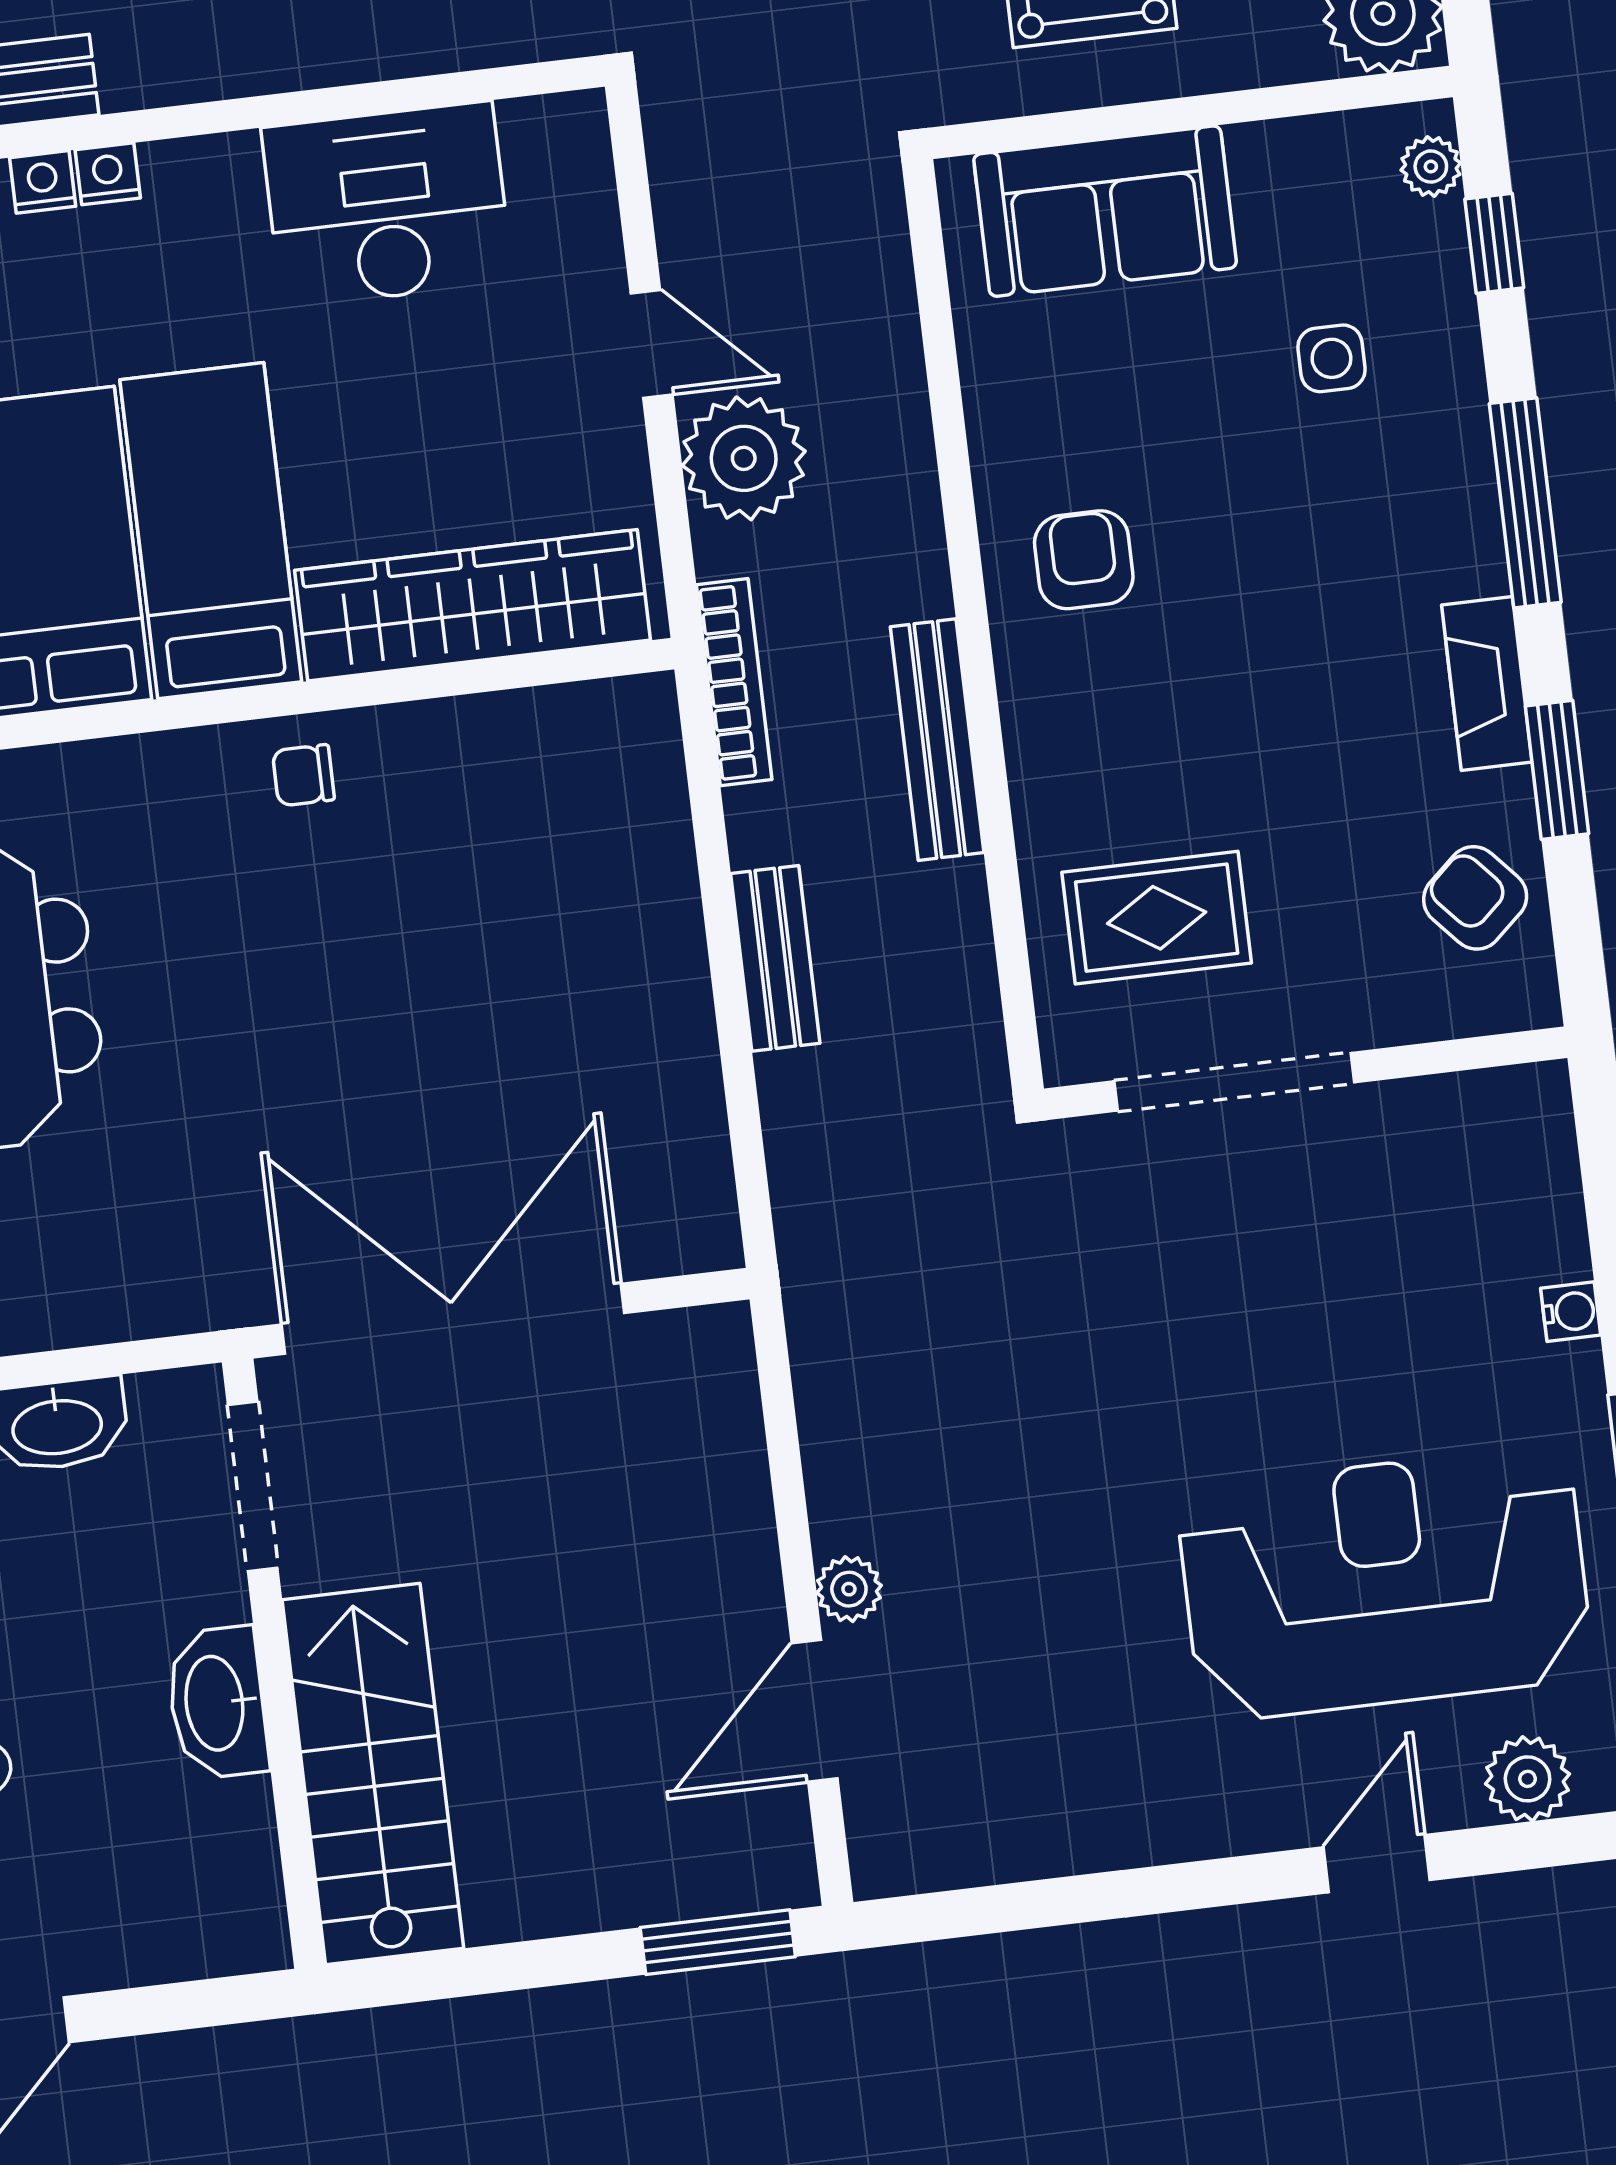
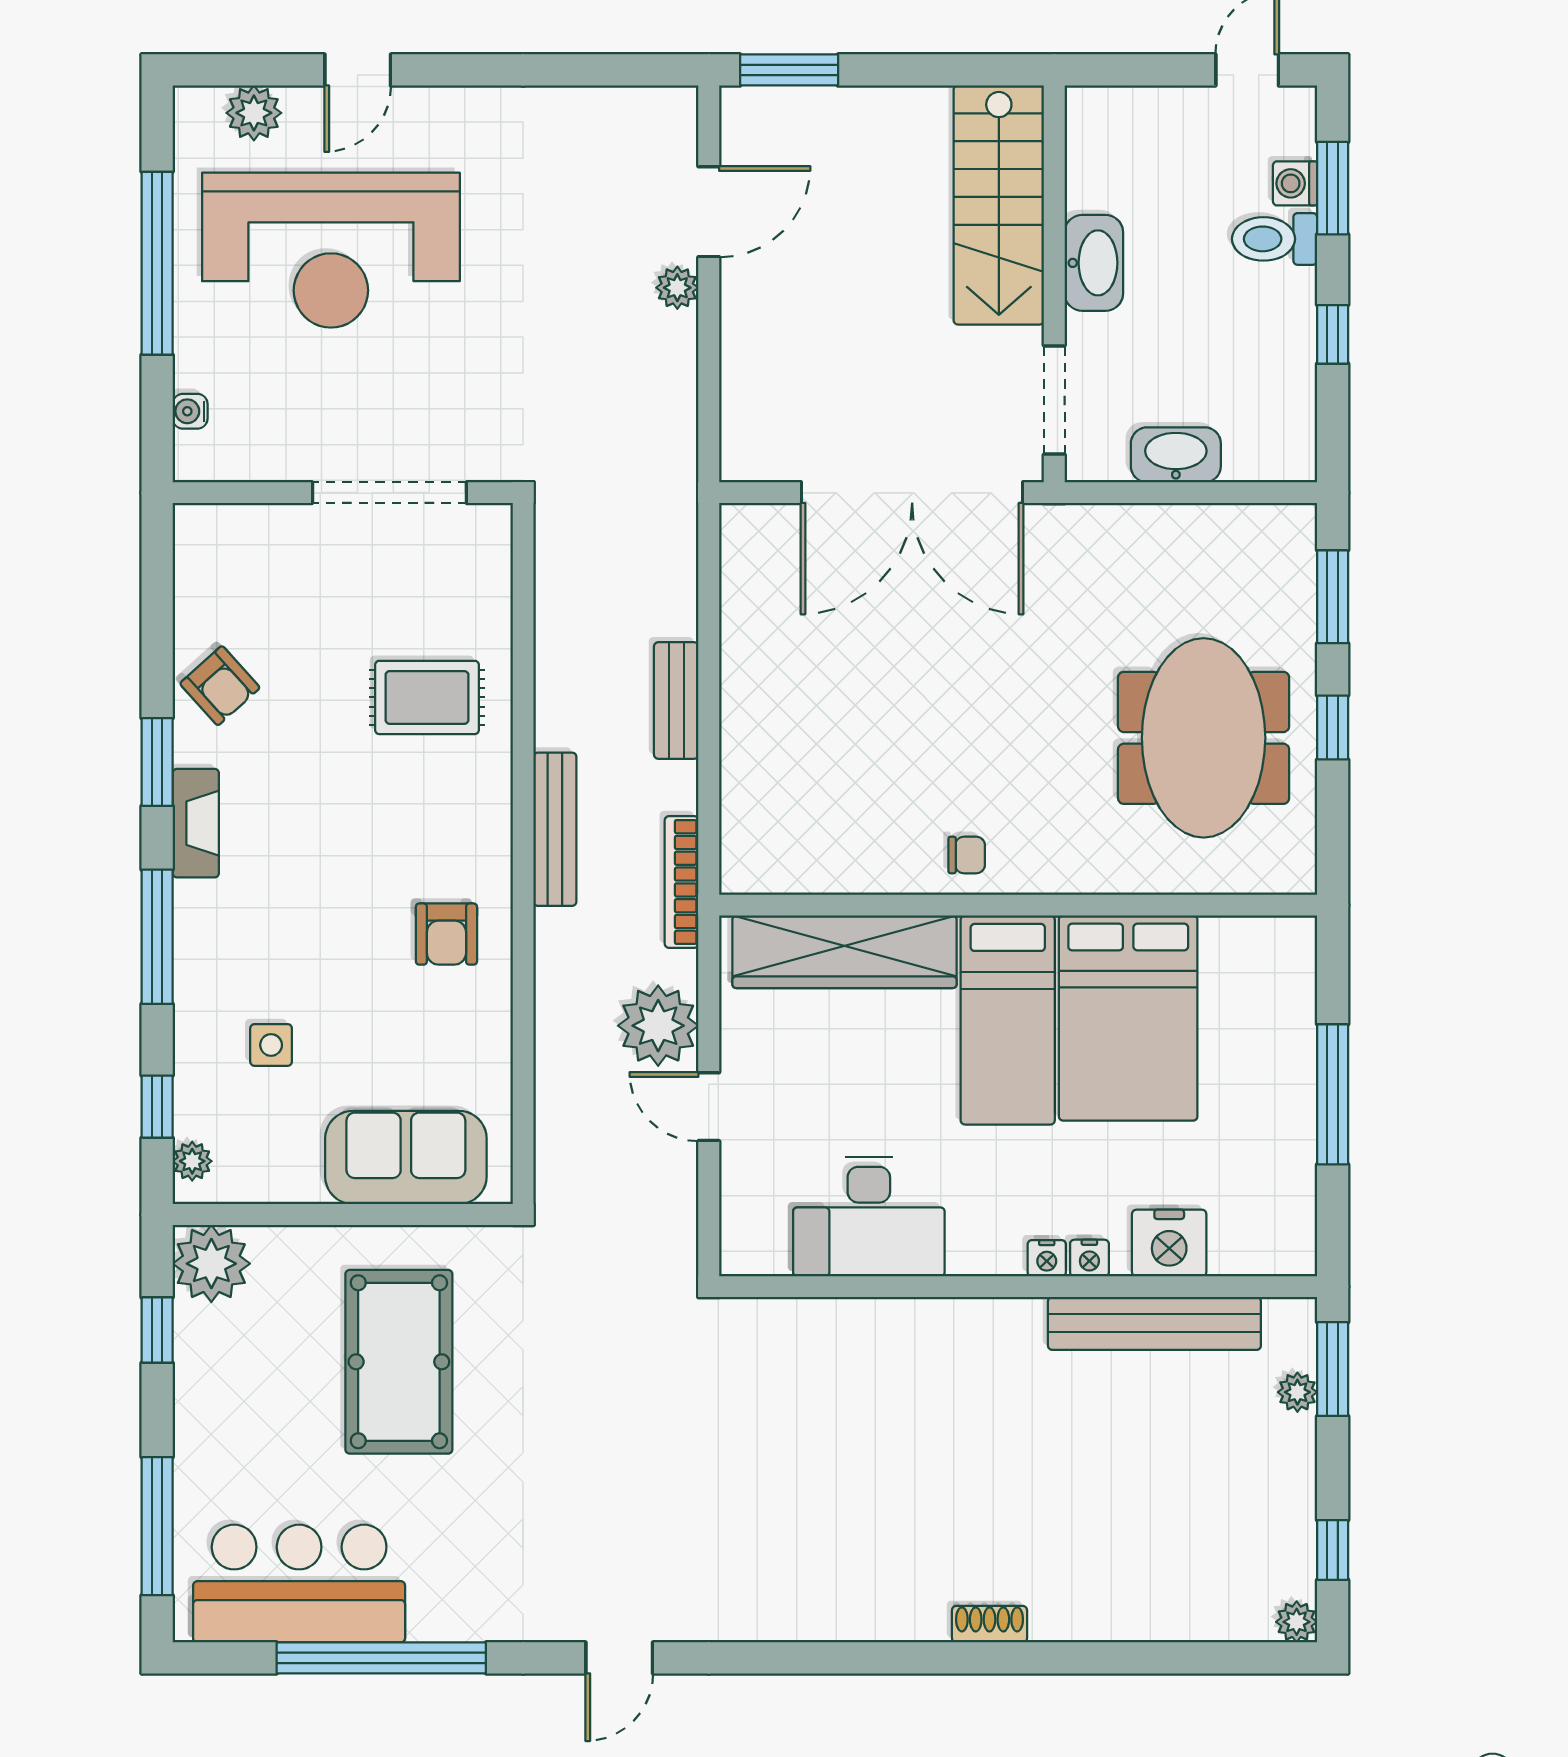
wall: (1306, 1073) -> (343, 493), moved
doorway: (1234, 1082) -> (389, 493), moved

